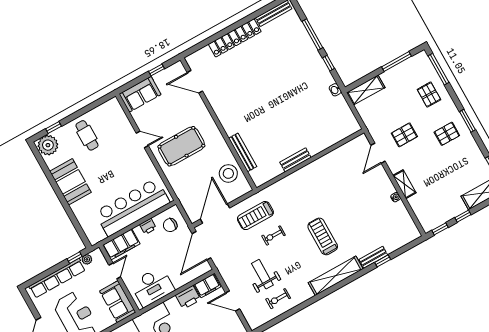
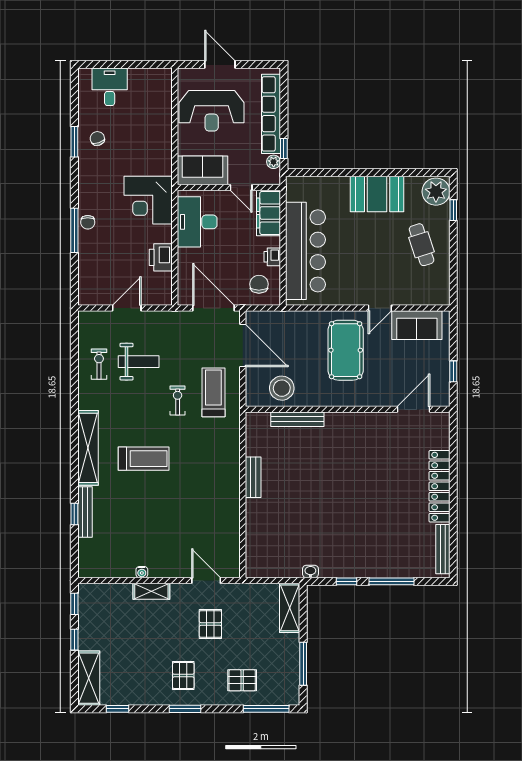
sofa: (140, 94) -> (417, 325), moved, turned -90
cafe table: (87, 135) -> (422, 245), turned 72
bench: (373, 257) -> (85, 512), width x1.36
filing cabinet: (207, 286) -> (162, 288), removed

